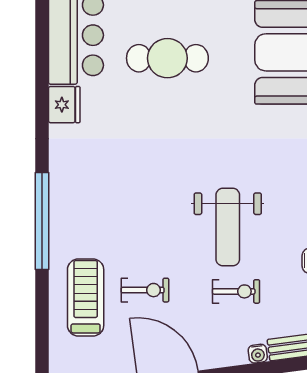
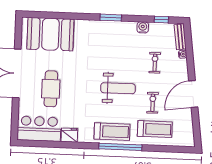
treadmill: (76, 201) -> (112, 132), added
weight bench: (228, 227) -> (118, 88), moved
treadmill: (86, 298) -> (155, 129), turned 180

